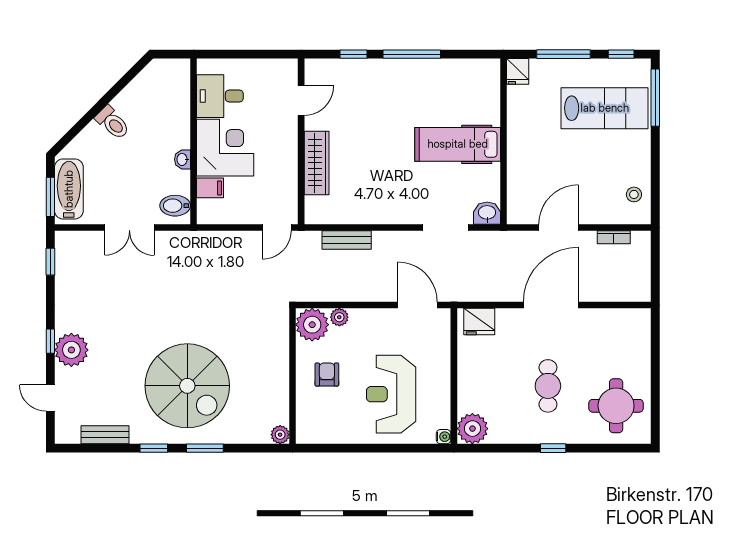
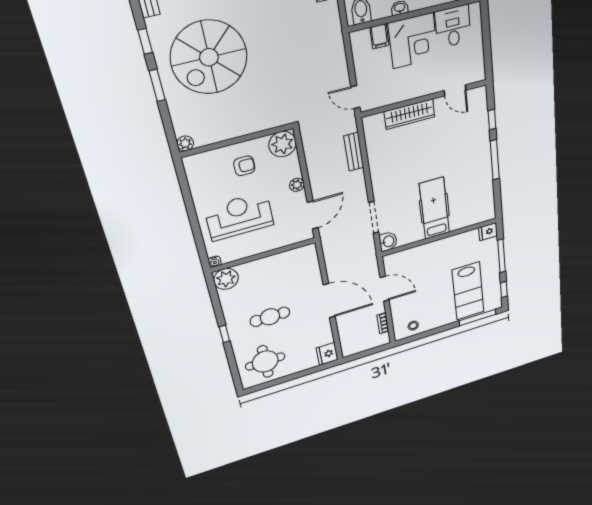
plant: (339, 317) -> (297, 185), moved
fridge: (479, 322) -> (327, 354), moved

